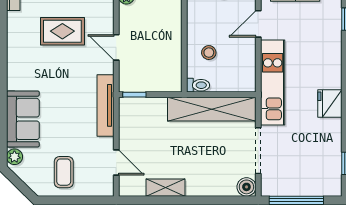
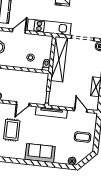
door: (258, 24) -> (19, 31), swing flipped
sofa: (23, 119) -> (40, 153), moved
door: (116, 162) -> (81, 110), hinge flipped

